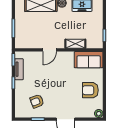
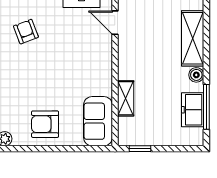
door: (50, 50) -> (115, 23), moved
armchair: (90, 90) -> (45, 124), turned -90

